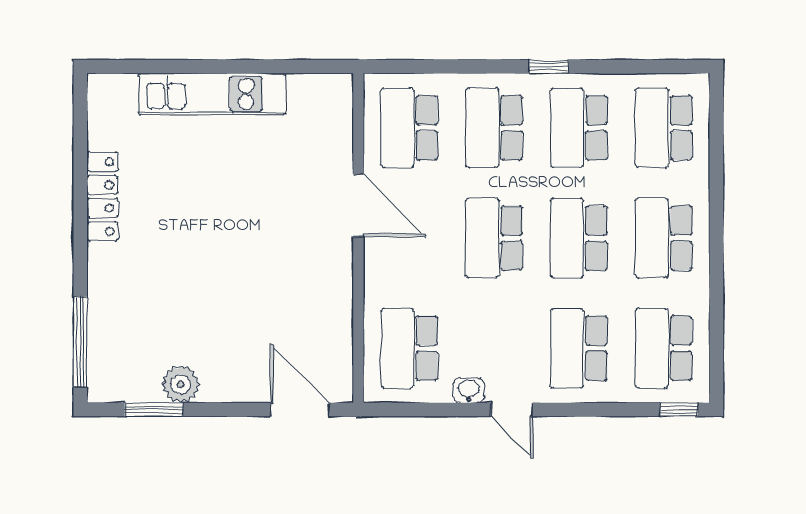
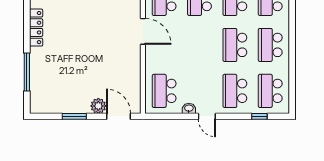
school desk: (494, 238) -> (199, 45), removed
window: (80, 342) -> (27, 72), moved
plant: (181, 384) -> (98, 106), moved
window: (154, 410) -> (74, 116), moved
window: (679, 410) -> (259, 116), moved

